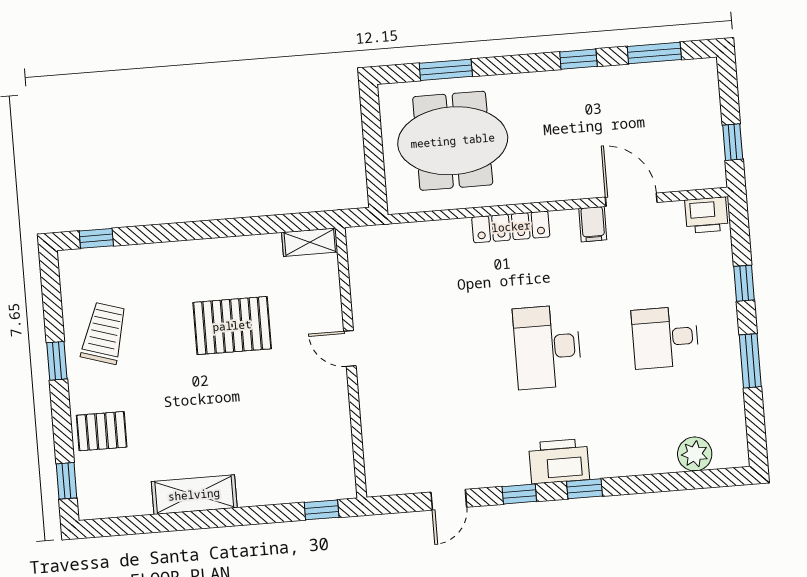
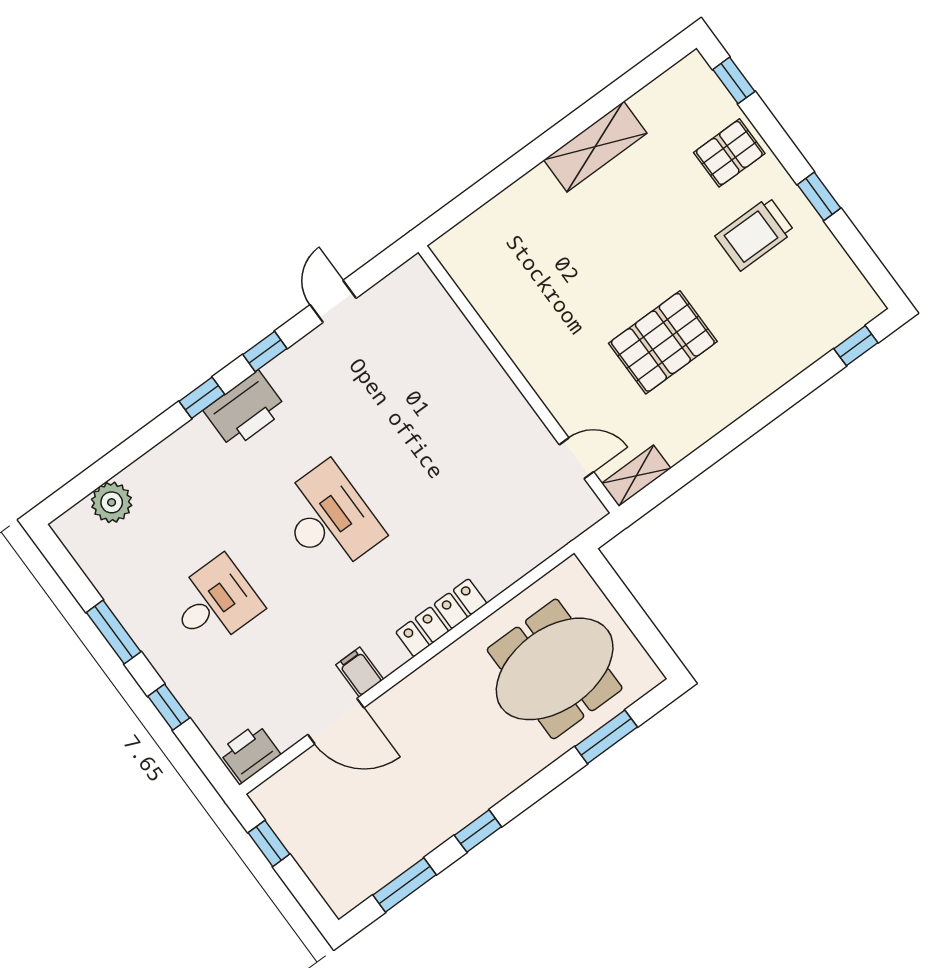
trolley: (104, 333) -> (755, 234), moved, turned 73
door: (350, 349) -> (576, 458), moved
window: (322, 510) -> (456, 211), removed

